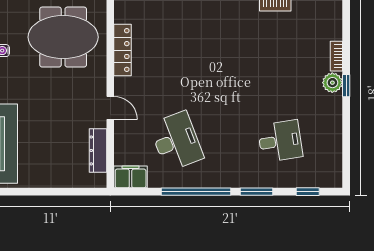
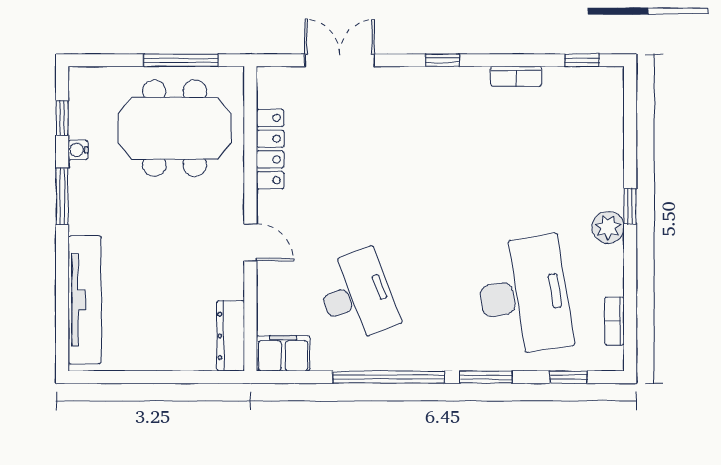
bookcase: (336, 56) -> (614, 321), moved
plant: (332, 83) -> (608, 227), moved
desk: (280, 141) -> (524, 296), width x1.87, depth x1.30
dresser: (98, 150) -> (231, 336), moved

